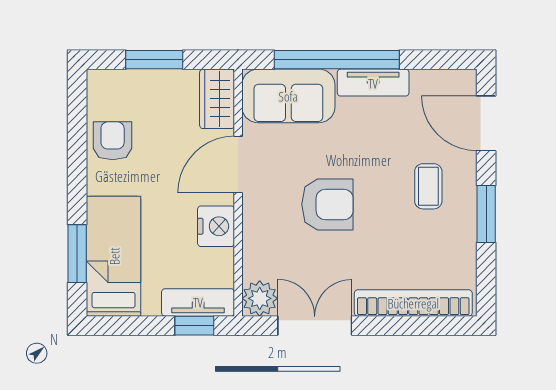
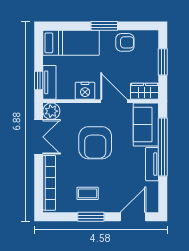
coffee table: (428, 186) -> (88, 193), moved
armchair: (327, 204) -> (95, 143), width x1.36, depth x1.36
window: (77, 254) -> (104, 26), moved

